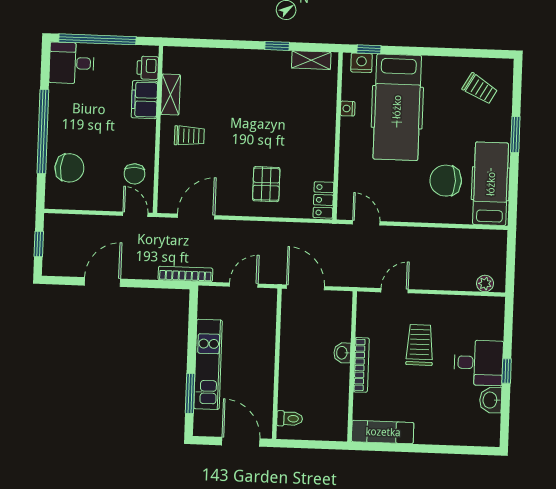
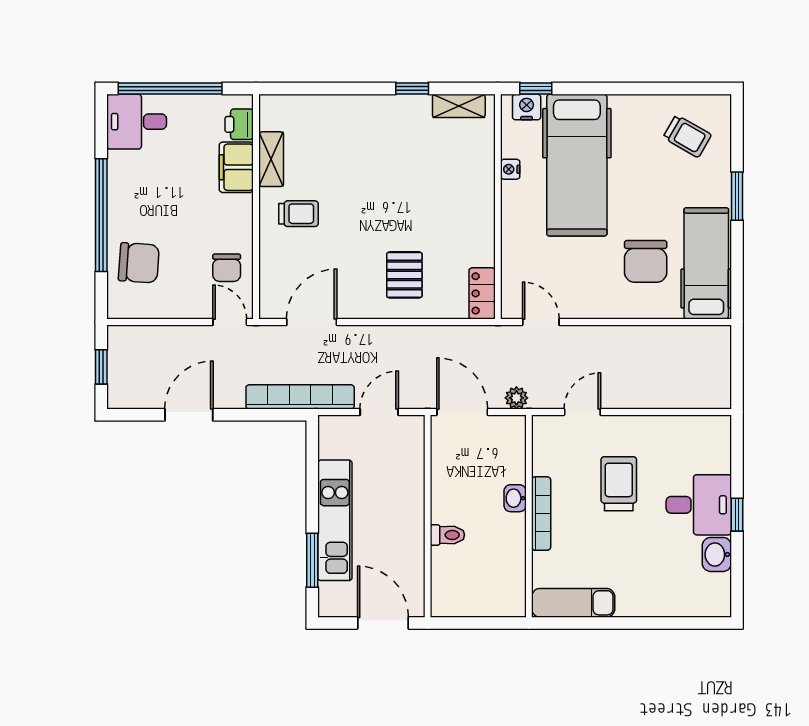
chair: (446, 181) -> (646, 261), turned -90
bookcase: (185, 274) -> (300, 397), width x1.48, depth x1.31
plant: (485, 284) -> (516, 398), moved
toilet: (290, 419) -> (447, 535), moved

